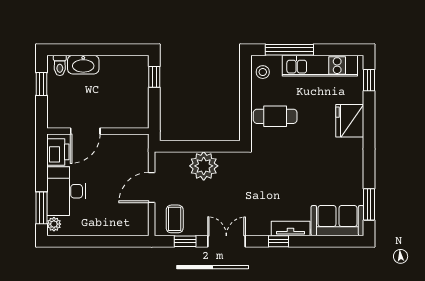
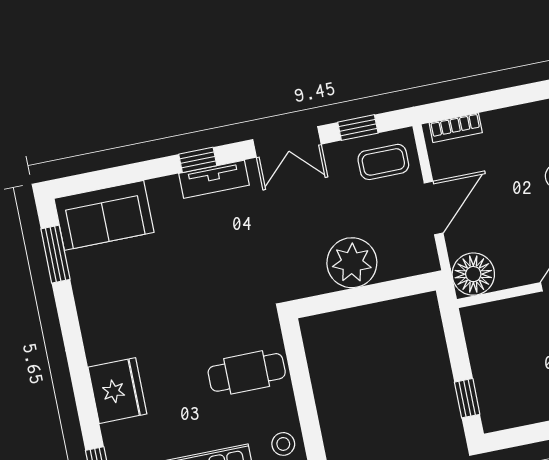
floor lamp: (137, 146) -> (473, 274), added
coffee table: (175, 219) -> (383, 162), turned 90
tv unit: (291, 228) -> (214, 179), moved
bookcase: (130, 230) -> (456, 128), added

